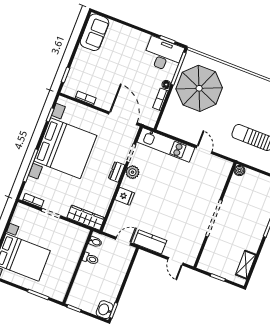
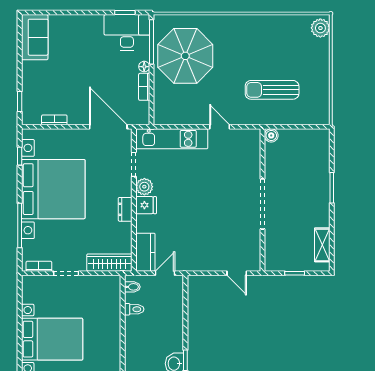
dresser: (117, 172) -> (125, 209), moved
fridge: (125, 196) -> (146, 205), moved
kitchen counter: (150, 242) -> (145, 252), moved, turned 90

